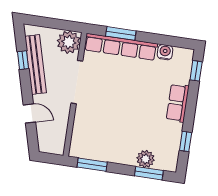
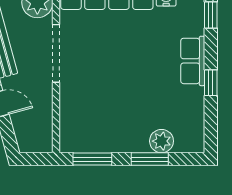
window: (186, 141) -> (211, 83), moved
window: (149, 173) -> (150, 159), moved

